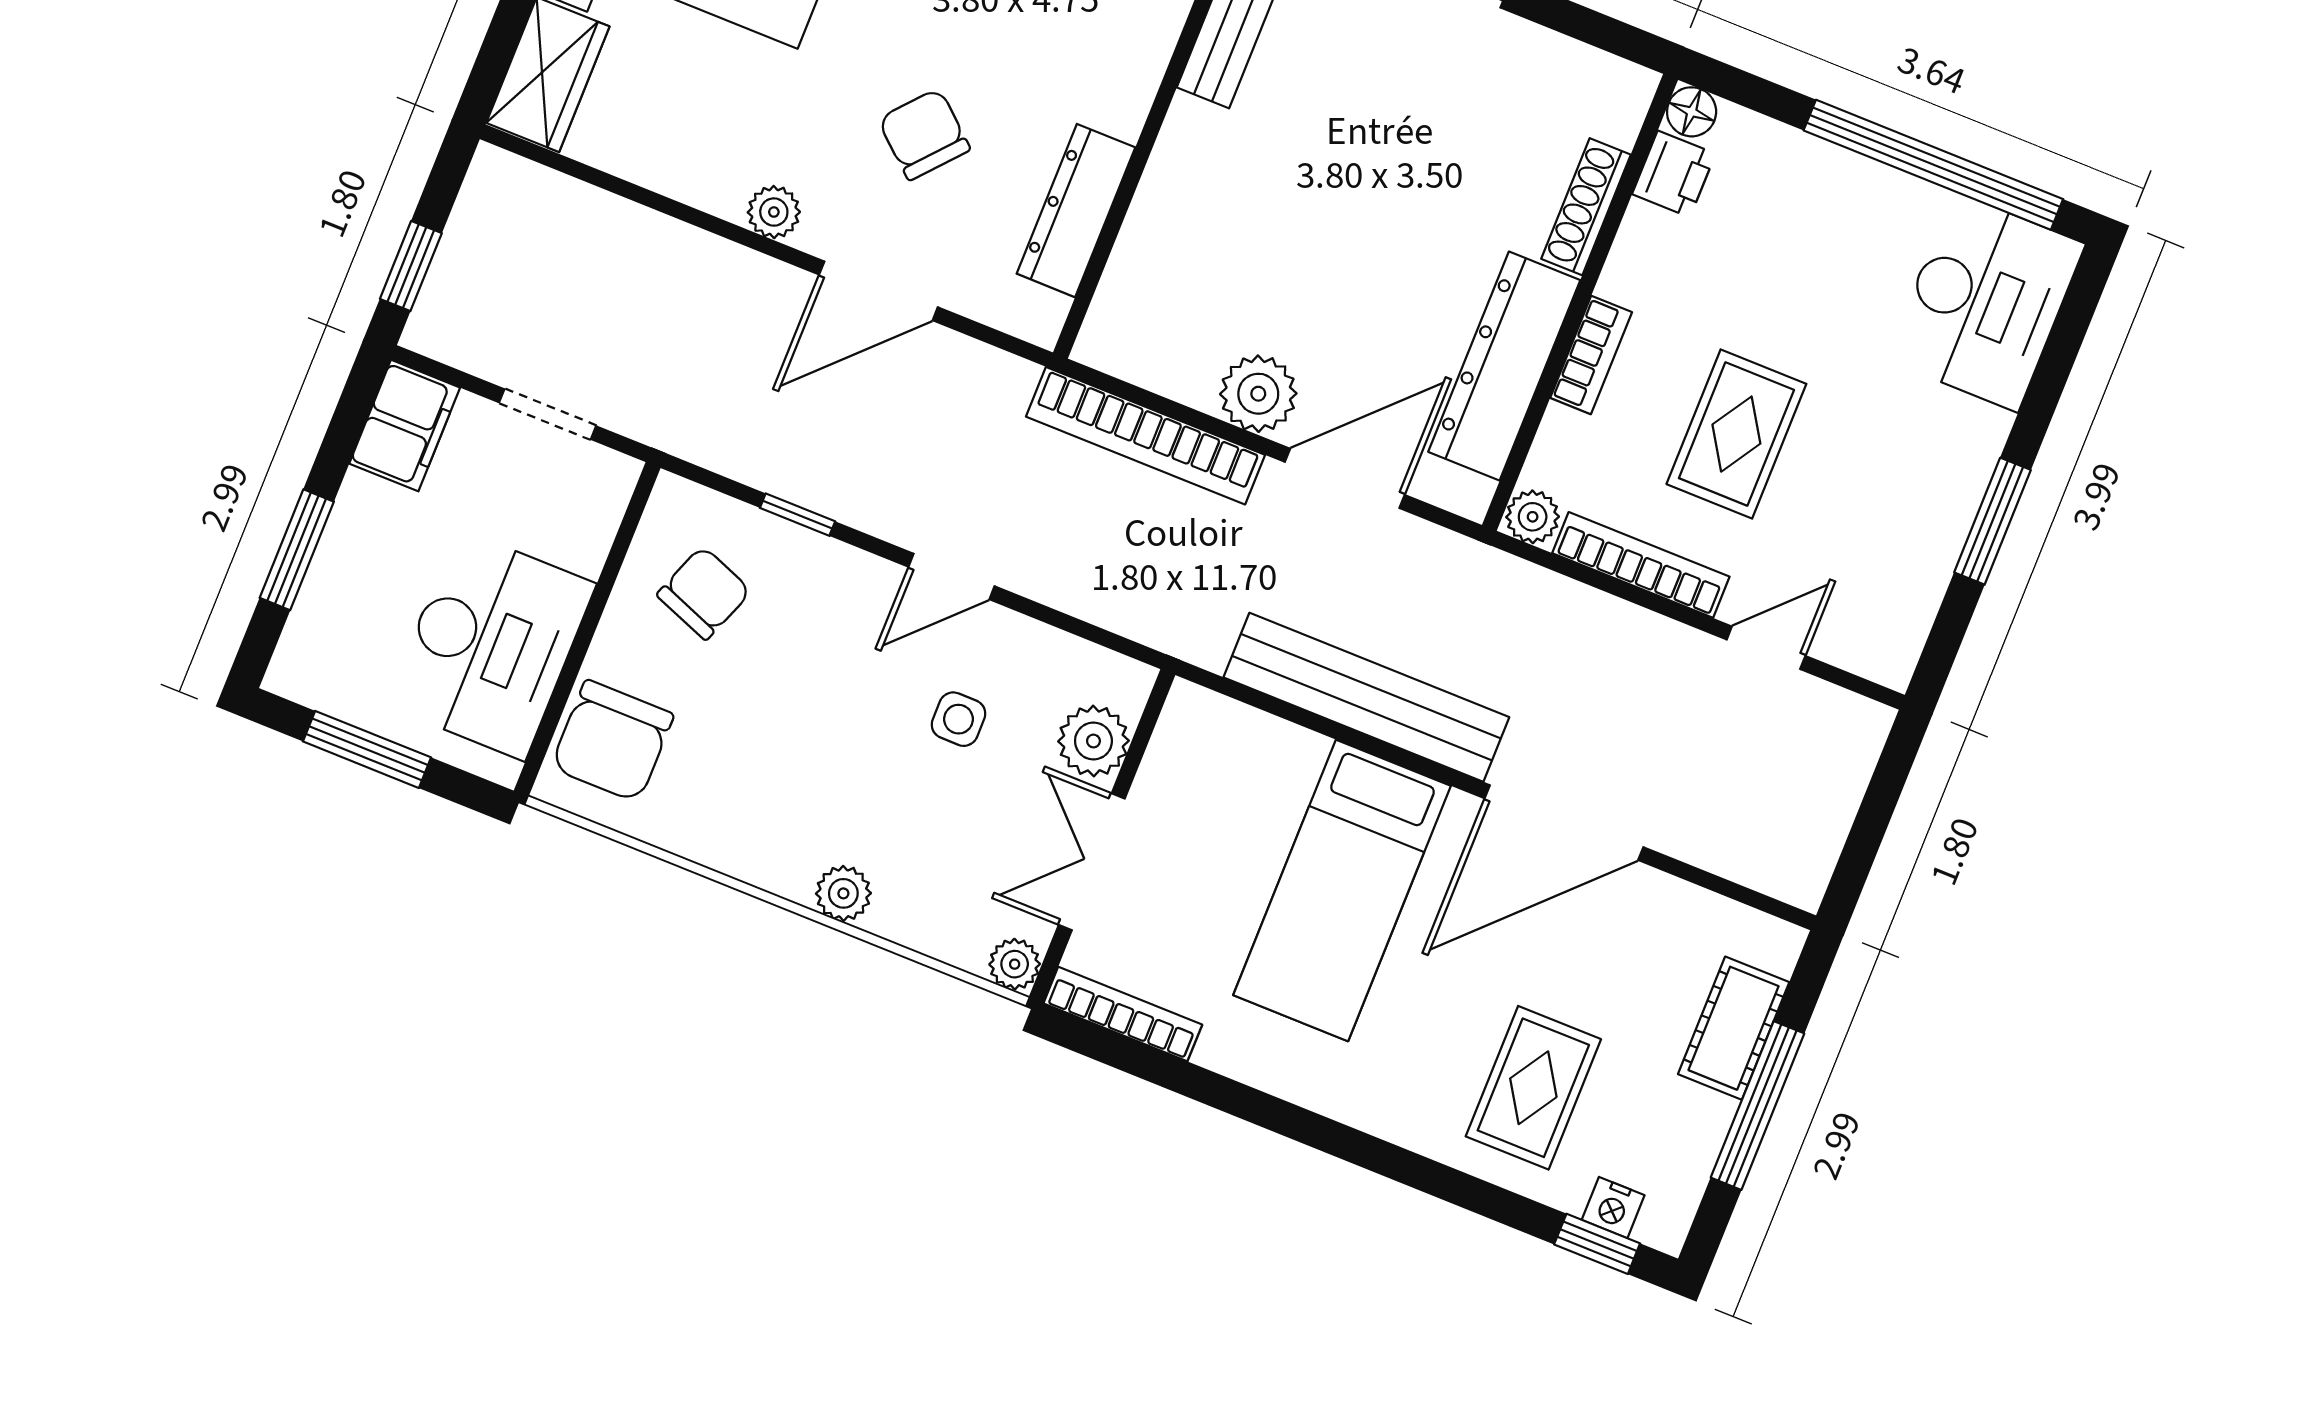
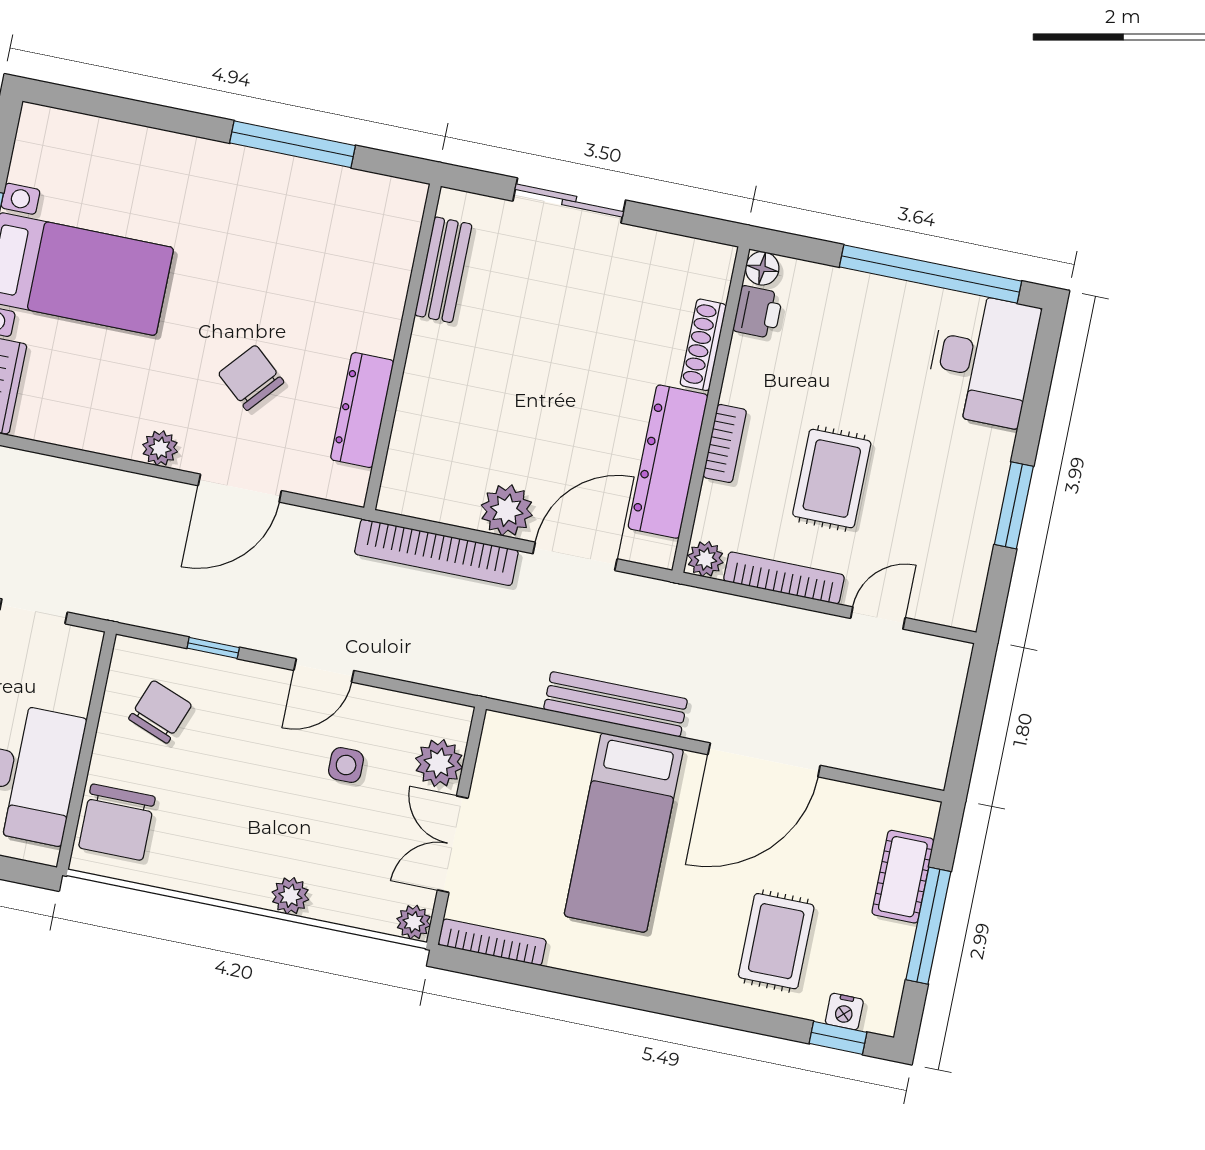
bench: (1366, 697) -> (616, 704), width x0.73, depth x0.82

